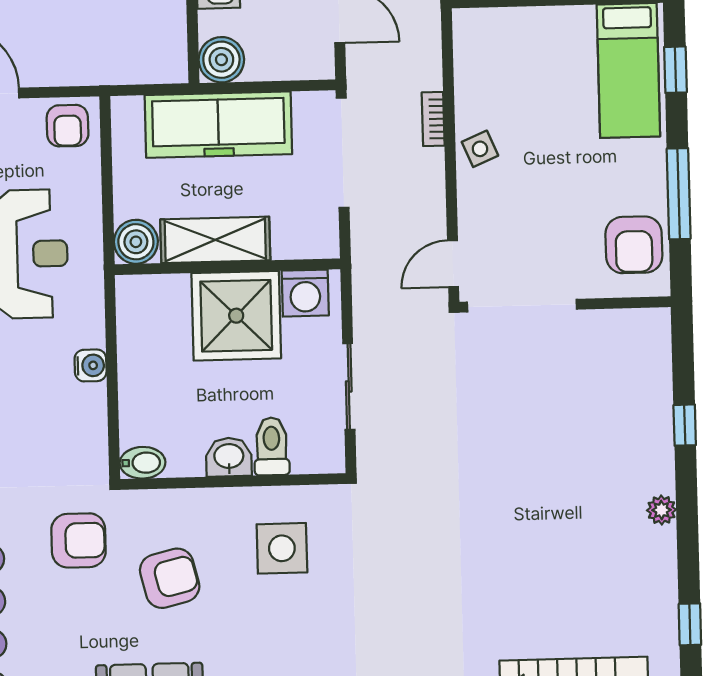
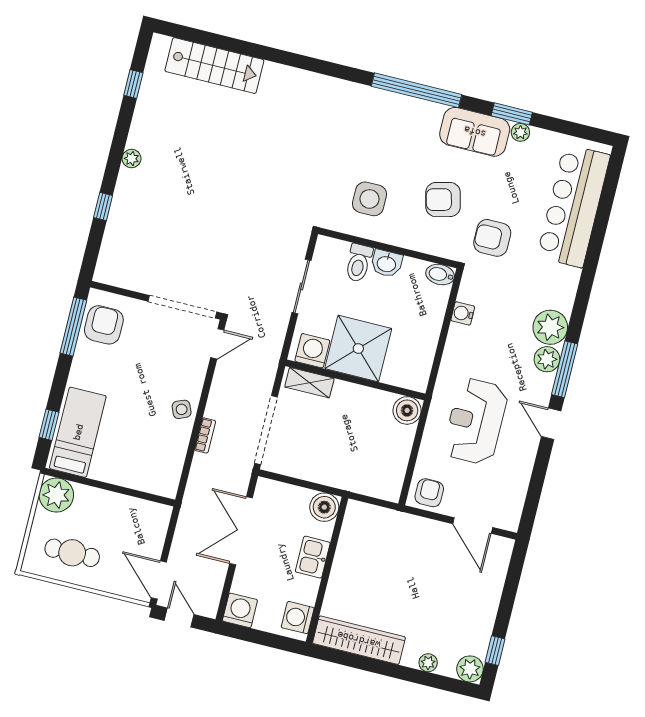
freezer: (218, 125) -> (337, 468), removed
window: (679, 194) -> (73, 327), moved
shelving: (215, 240) -> (309, 383), moved, width x0.67, depth x0.75
water cooler: (91, 365) -> (463, 313), moved

